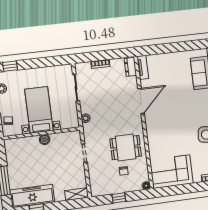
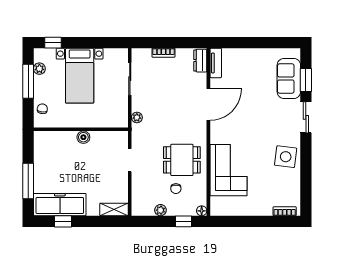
bed with nightstands: (39, 110) -> (80, 76), moved, turned 180
corner sofa: (171, 172) -> (228, 170), moved, turned 90
plant: (114, 190) -> (160, 210), added
window: (119, 198) -> (183, 221), moved

